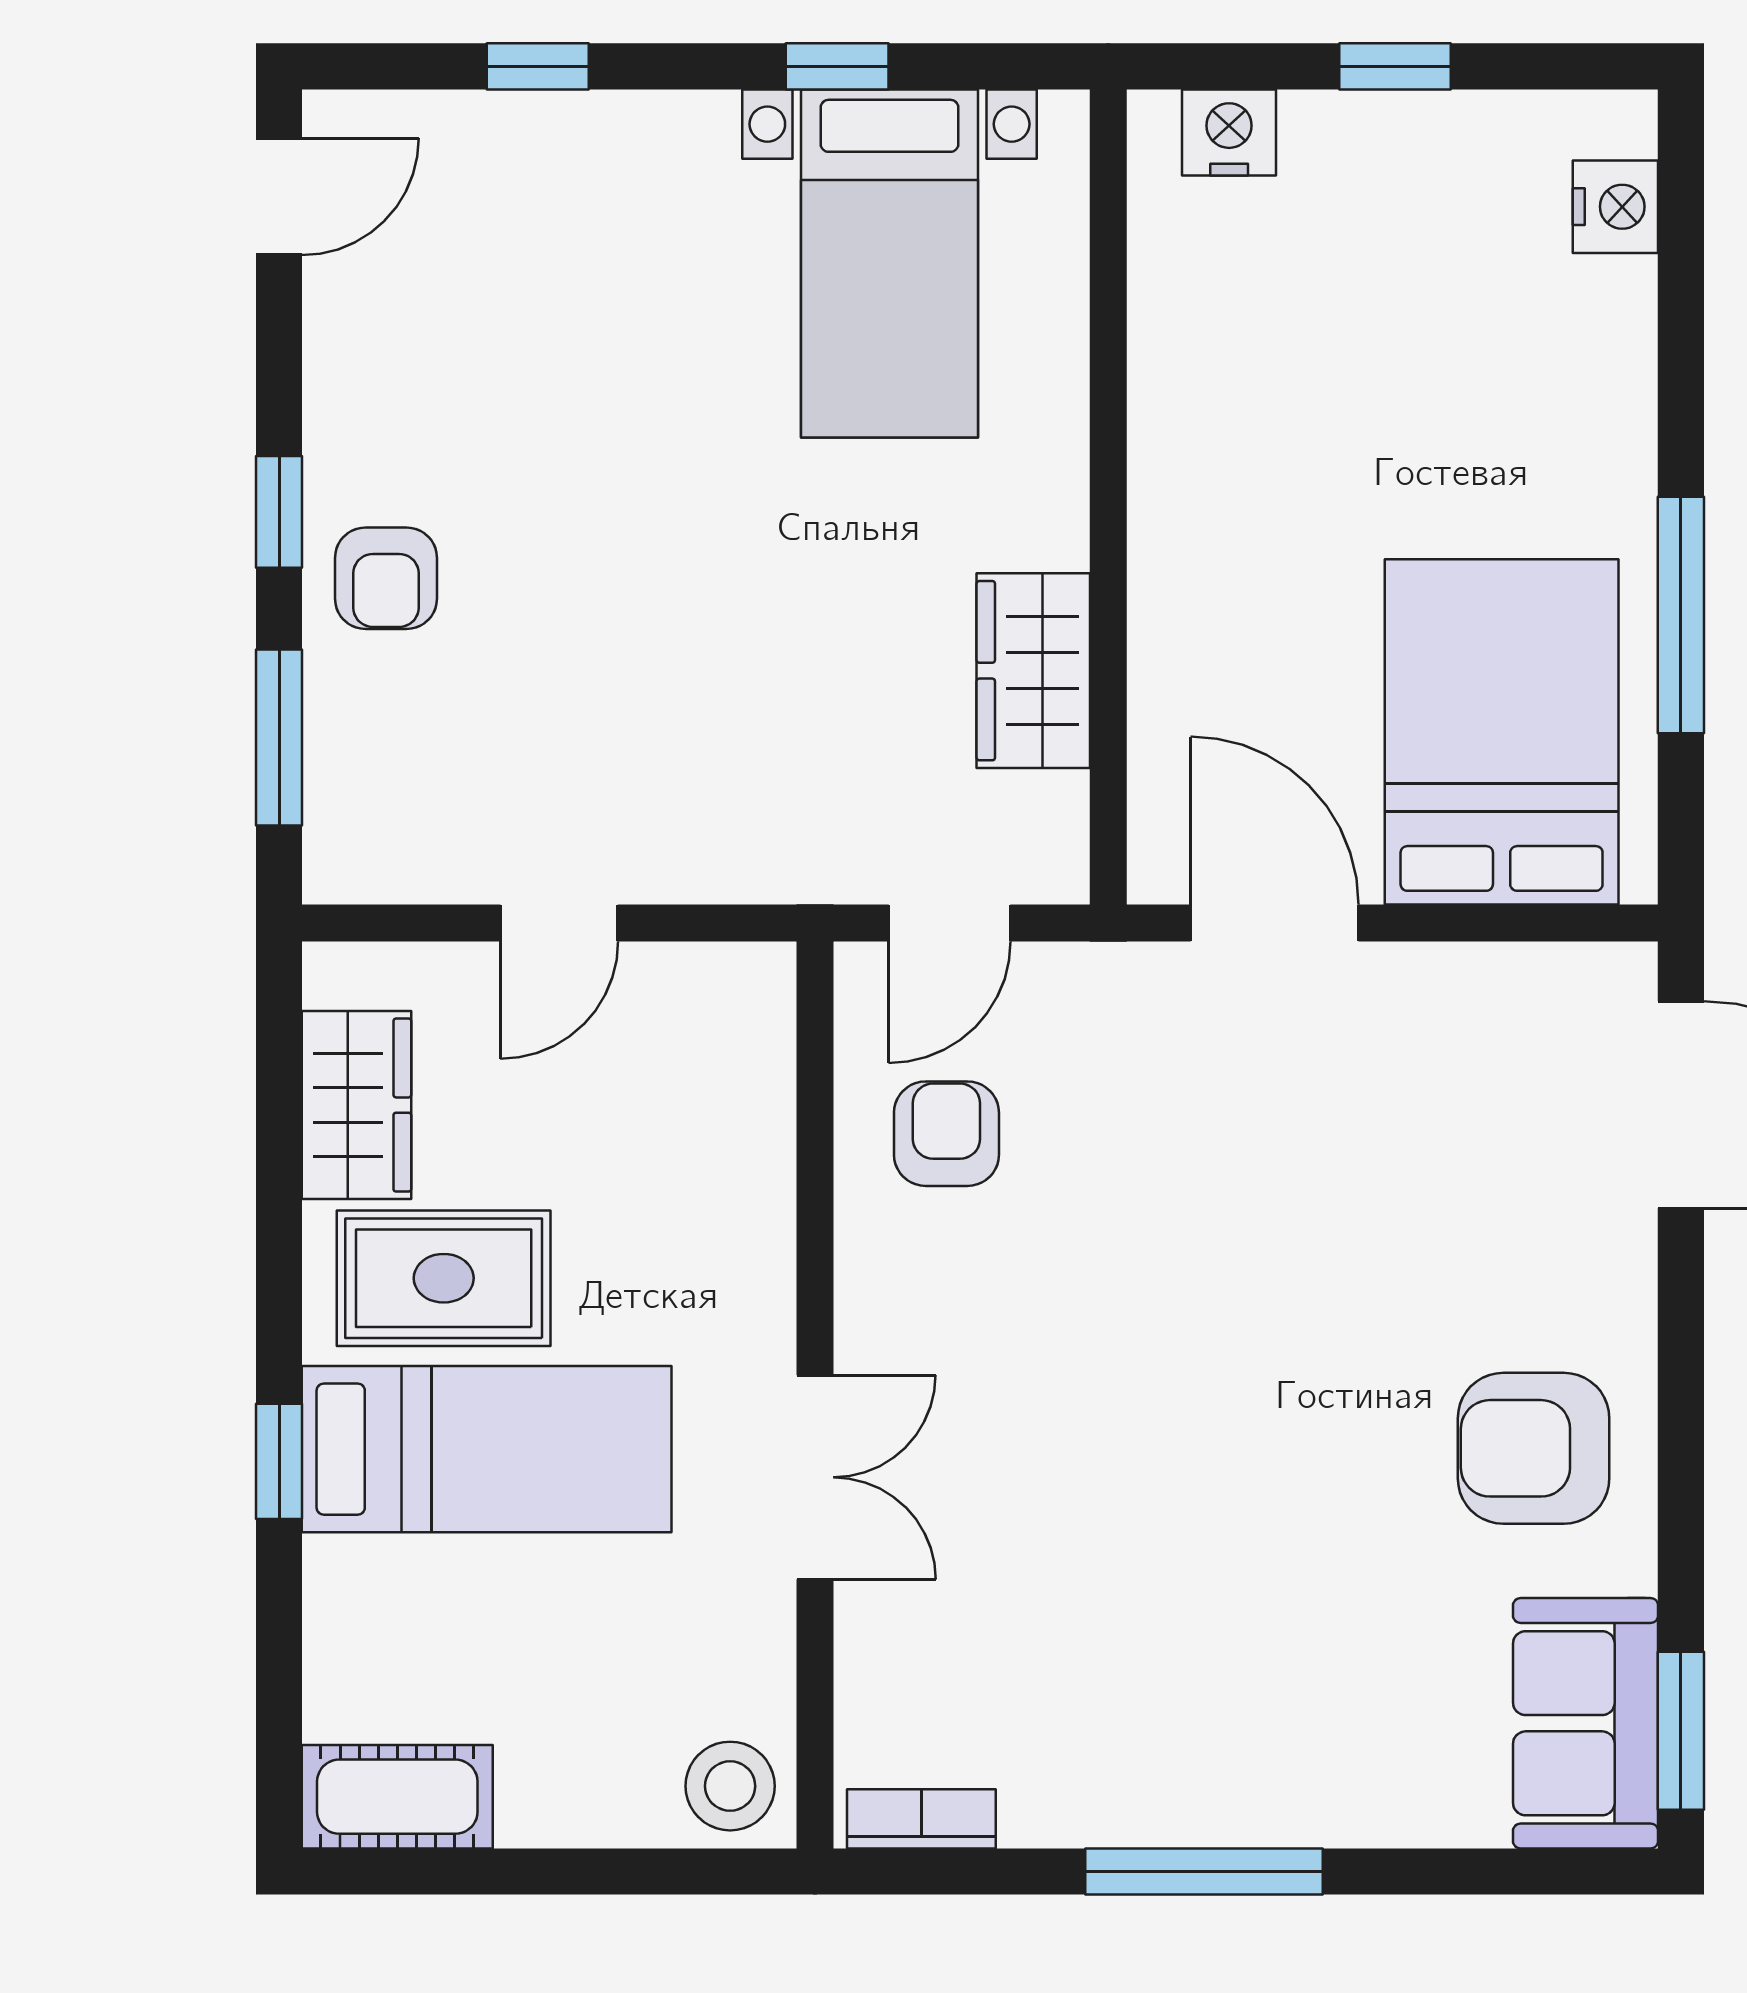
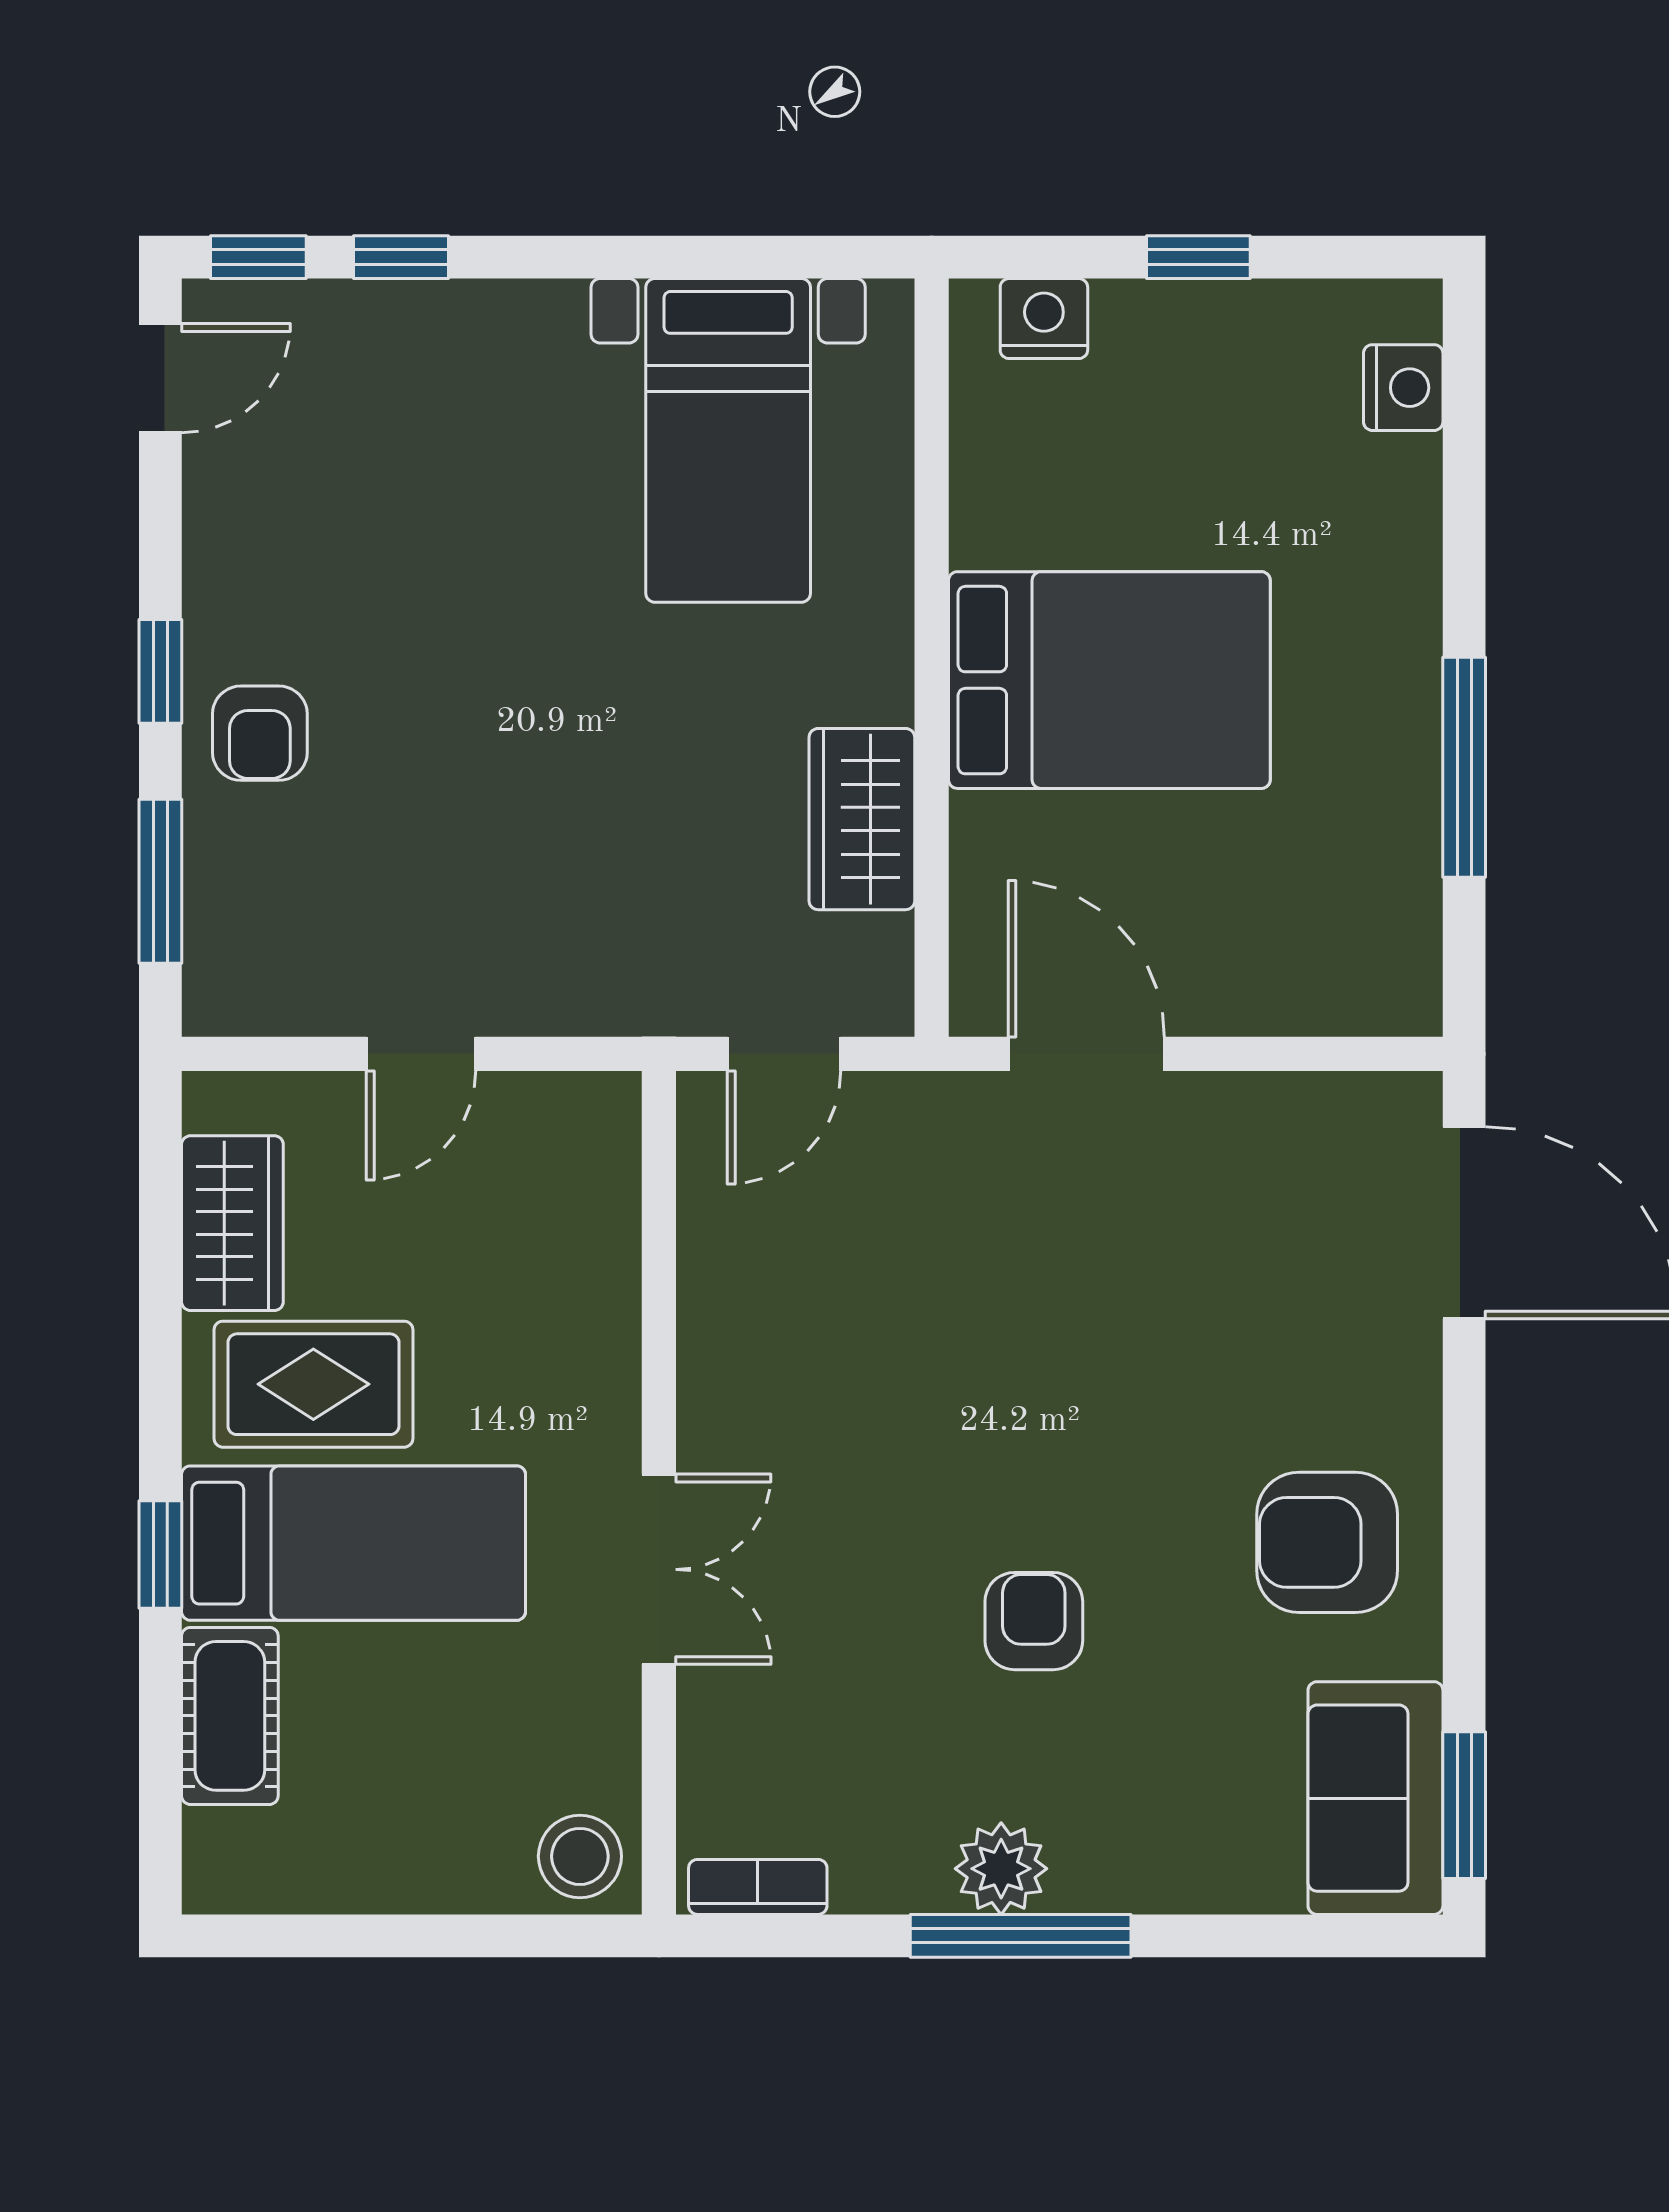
window: (837, 66) -> (258, 257), moved
bed: (1502, 732) -> (1109, 680), moved, turned 90
armchair: (946, 1134) -> (1034, 1621), moved
cot: (397, 1797) -> (230, 1716), moved, turned 90
plant: (1183, 1799) -> (1001, 1869), added

